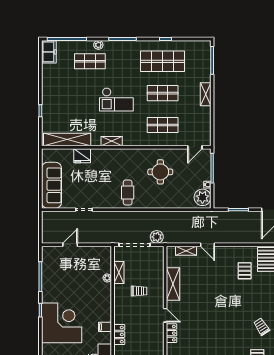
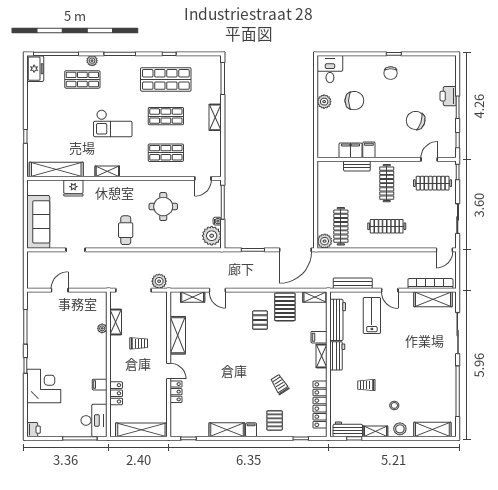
corner desk: (62, 323) -> (44, 386), width x0.74, depth x0.74

